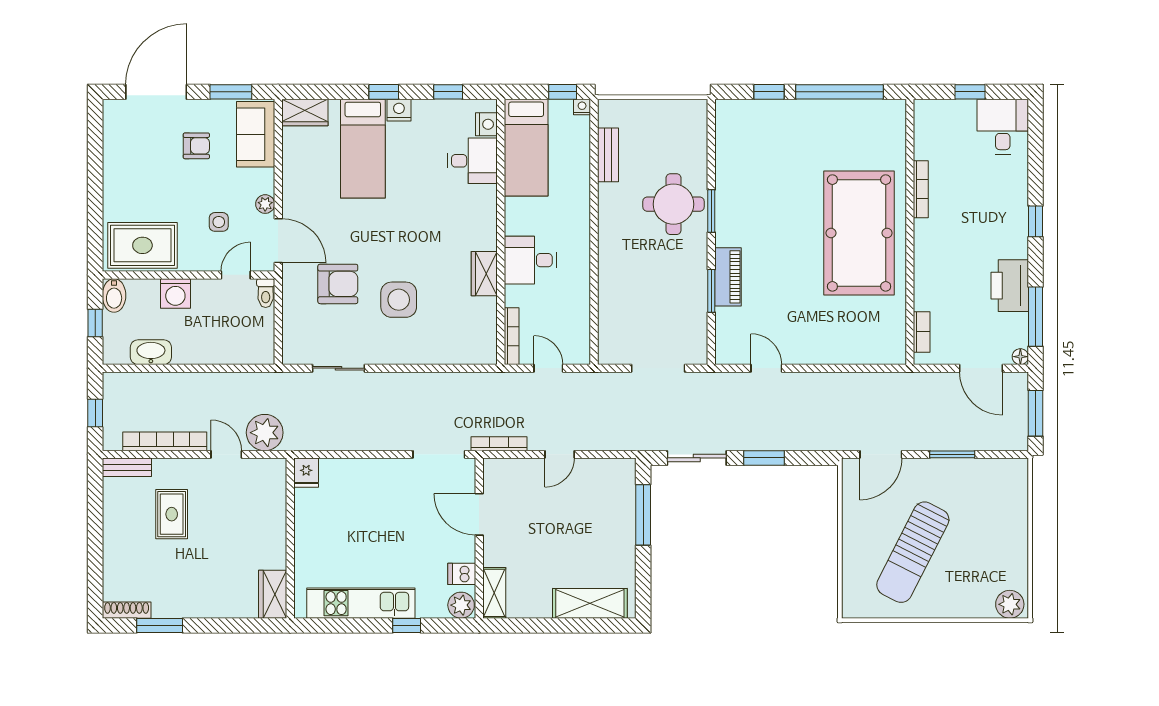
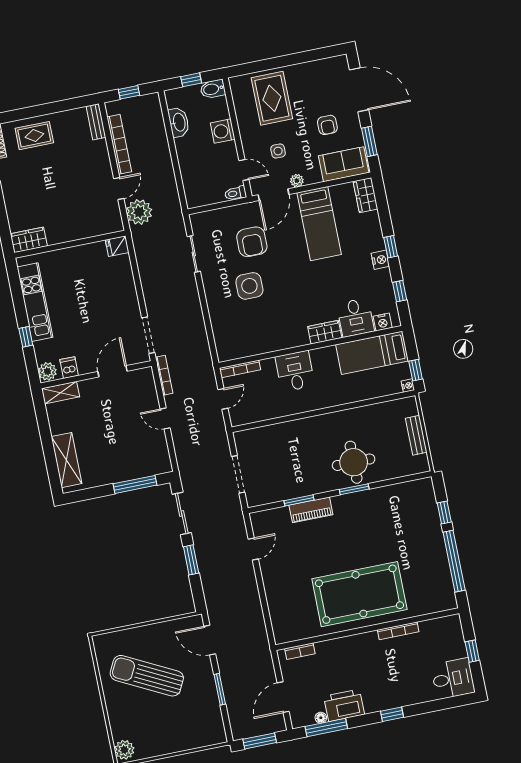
bed: (363, 149) -> (319, 224), moved, turned -90
bench: (608, 155) -> (416, 435), moved, turned 90
rug: (142, 245) -> (272, 98), moved
wardrobe: (484, 274) -> (325, 332), moved
floor lamp: (1020, 357) -> (321, 718), moved
rug: (172, 514) -> (34, 136), moved

